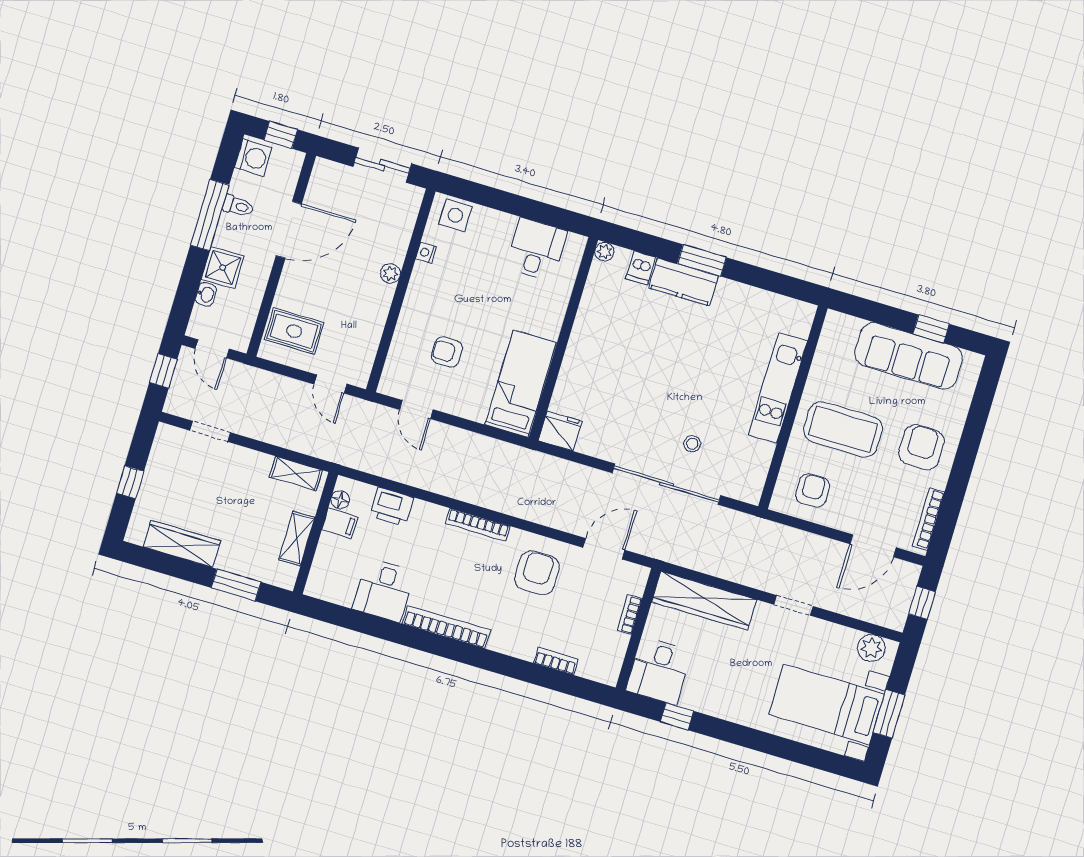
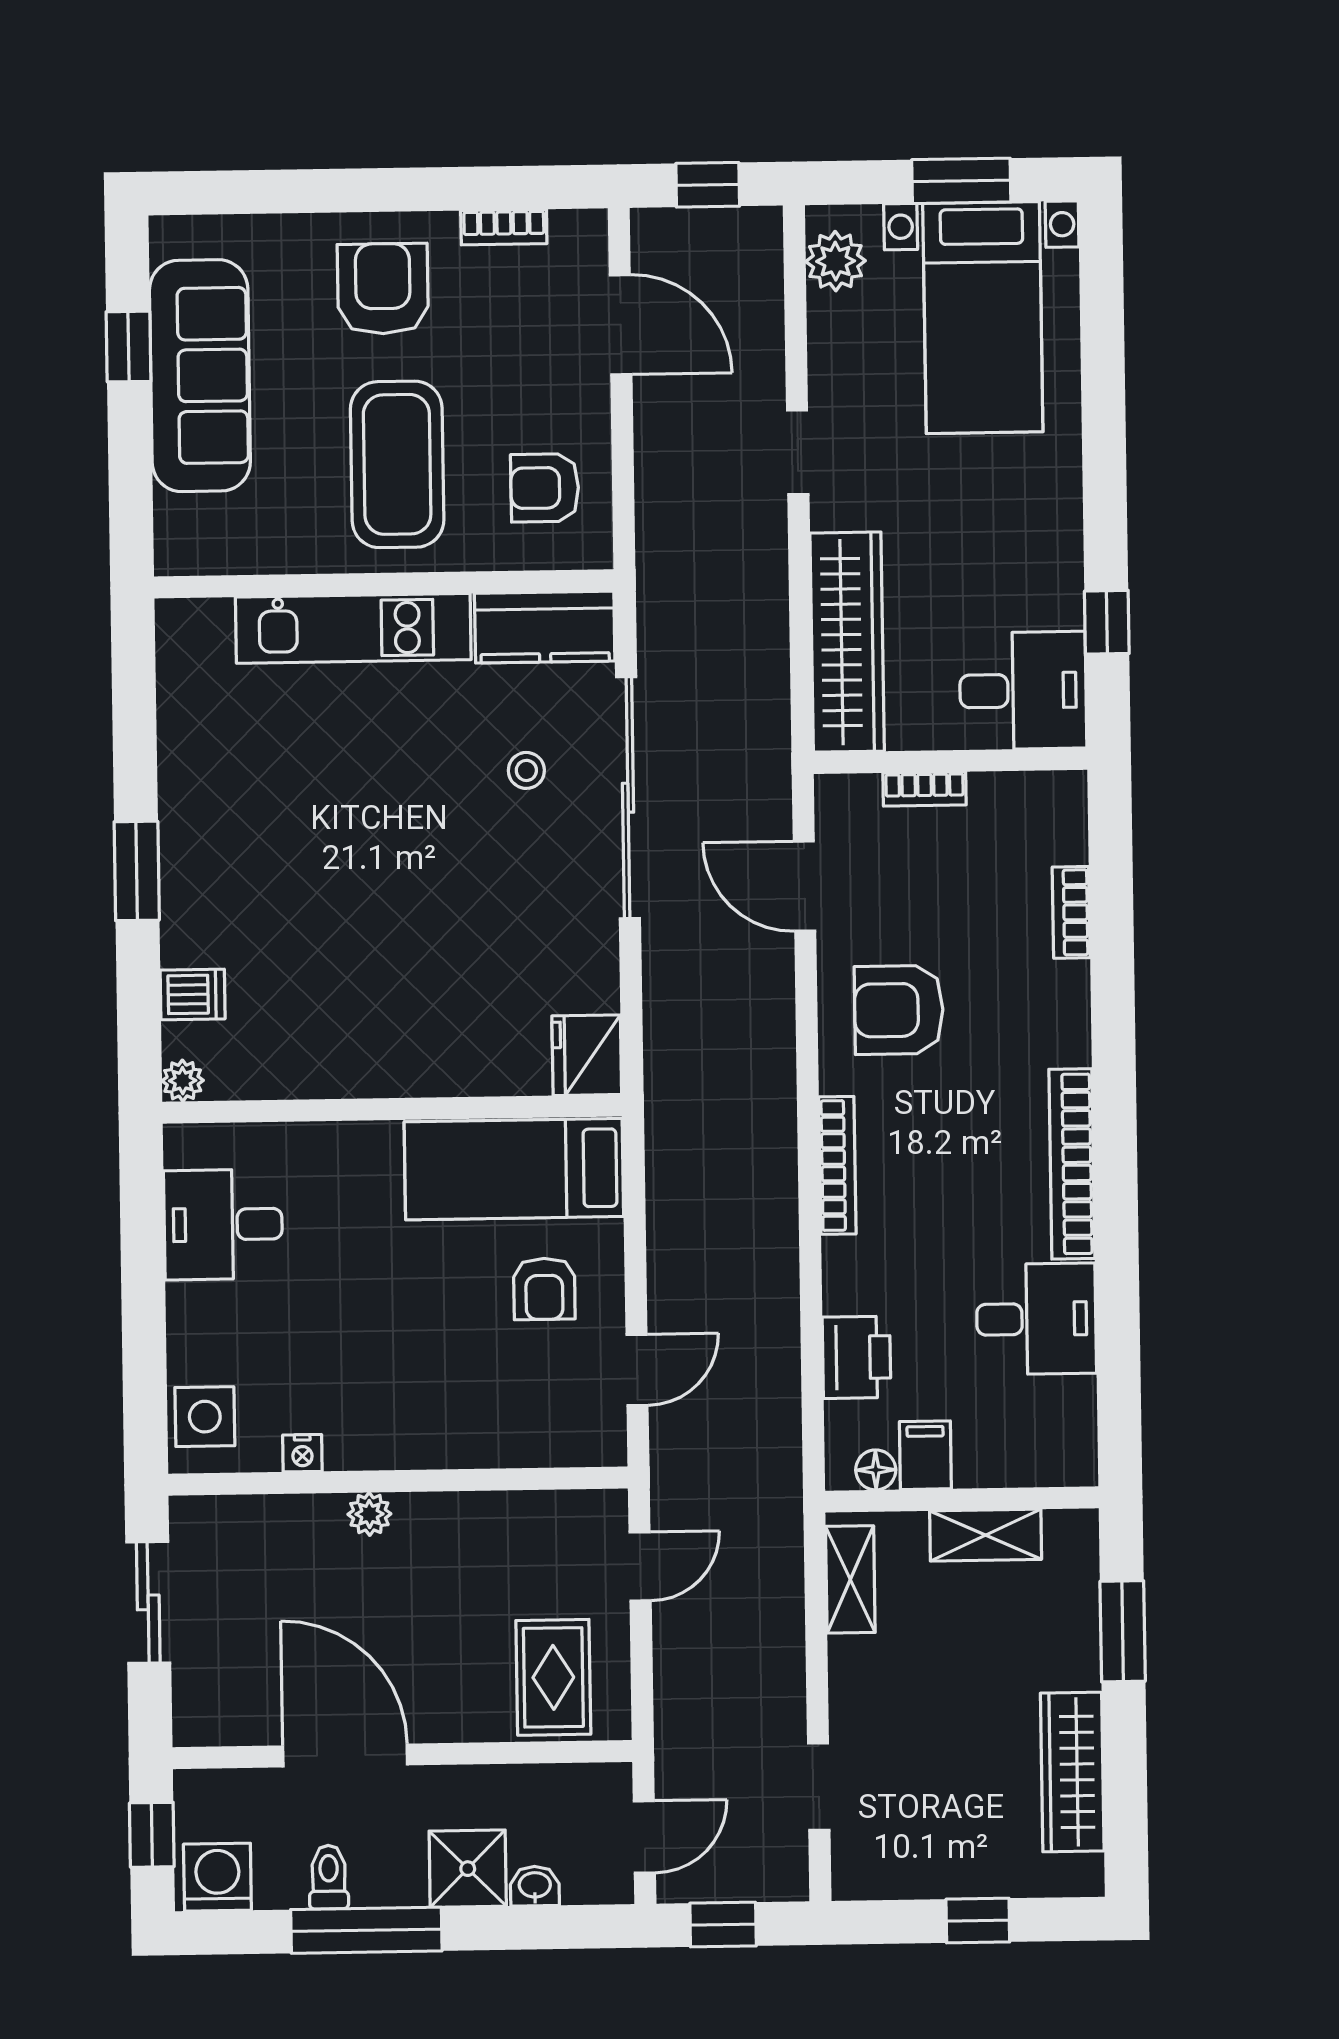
kitchen counter: (683, 282) -> (545, 627), moved, turned 90
armchair: (447, 352) -> (544, 1289), moved
armchair: (921, 447) -> (383, 289), turned 90
bookcase: (928, 519) -> (504, 227), width x0.64

